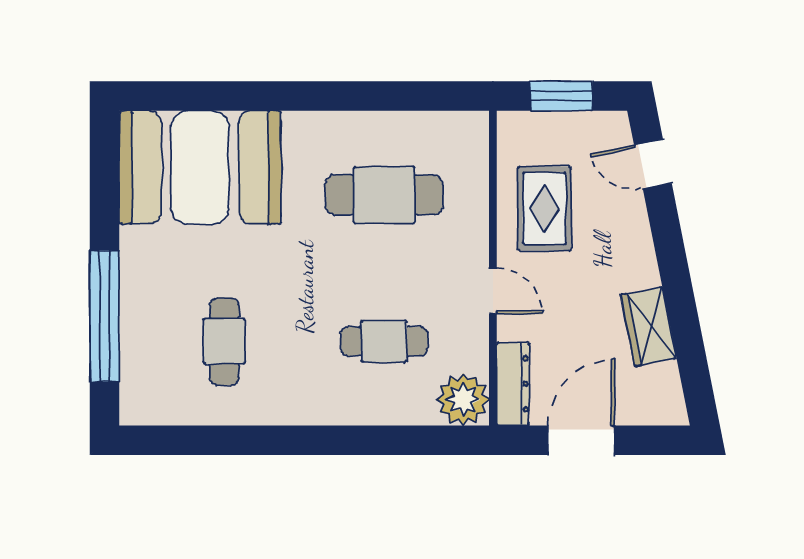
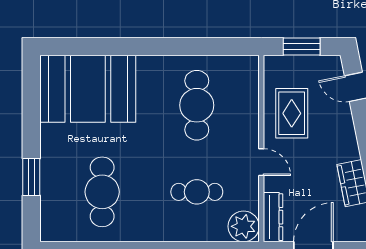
cafe table: (384, 195) -> (197, 105), turned 90
window: (105, 316) -> (31, 177), width x0.47
cafe table: (224, 341) -> (102, 192), width x1.37, depth x1.35

